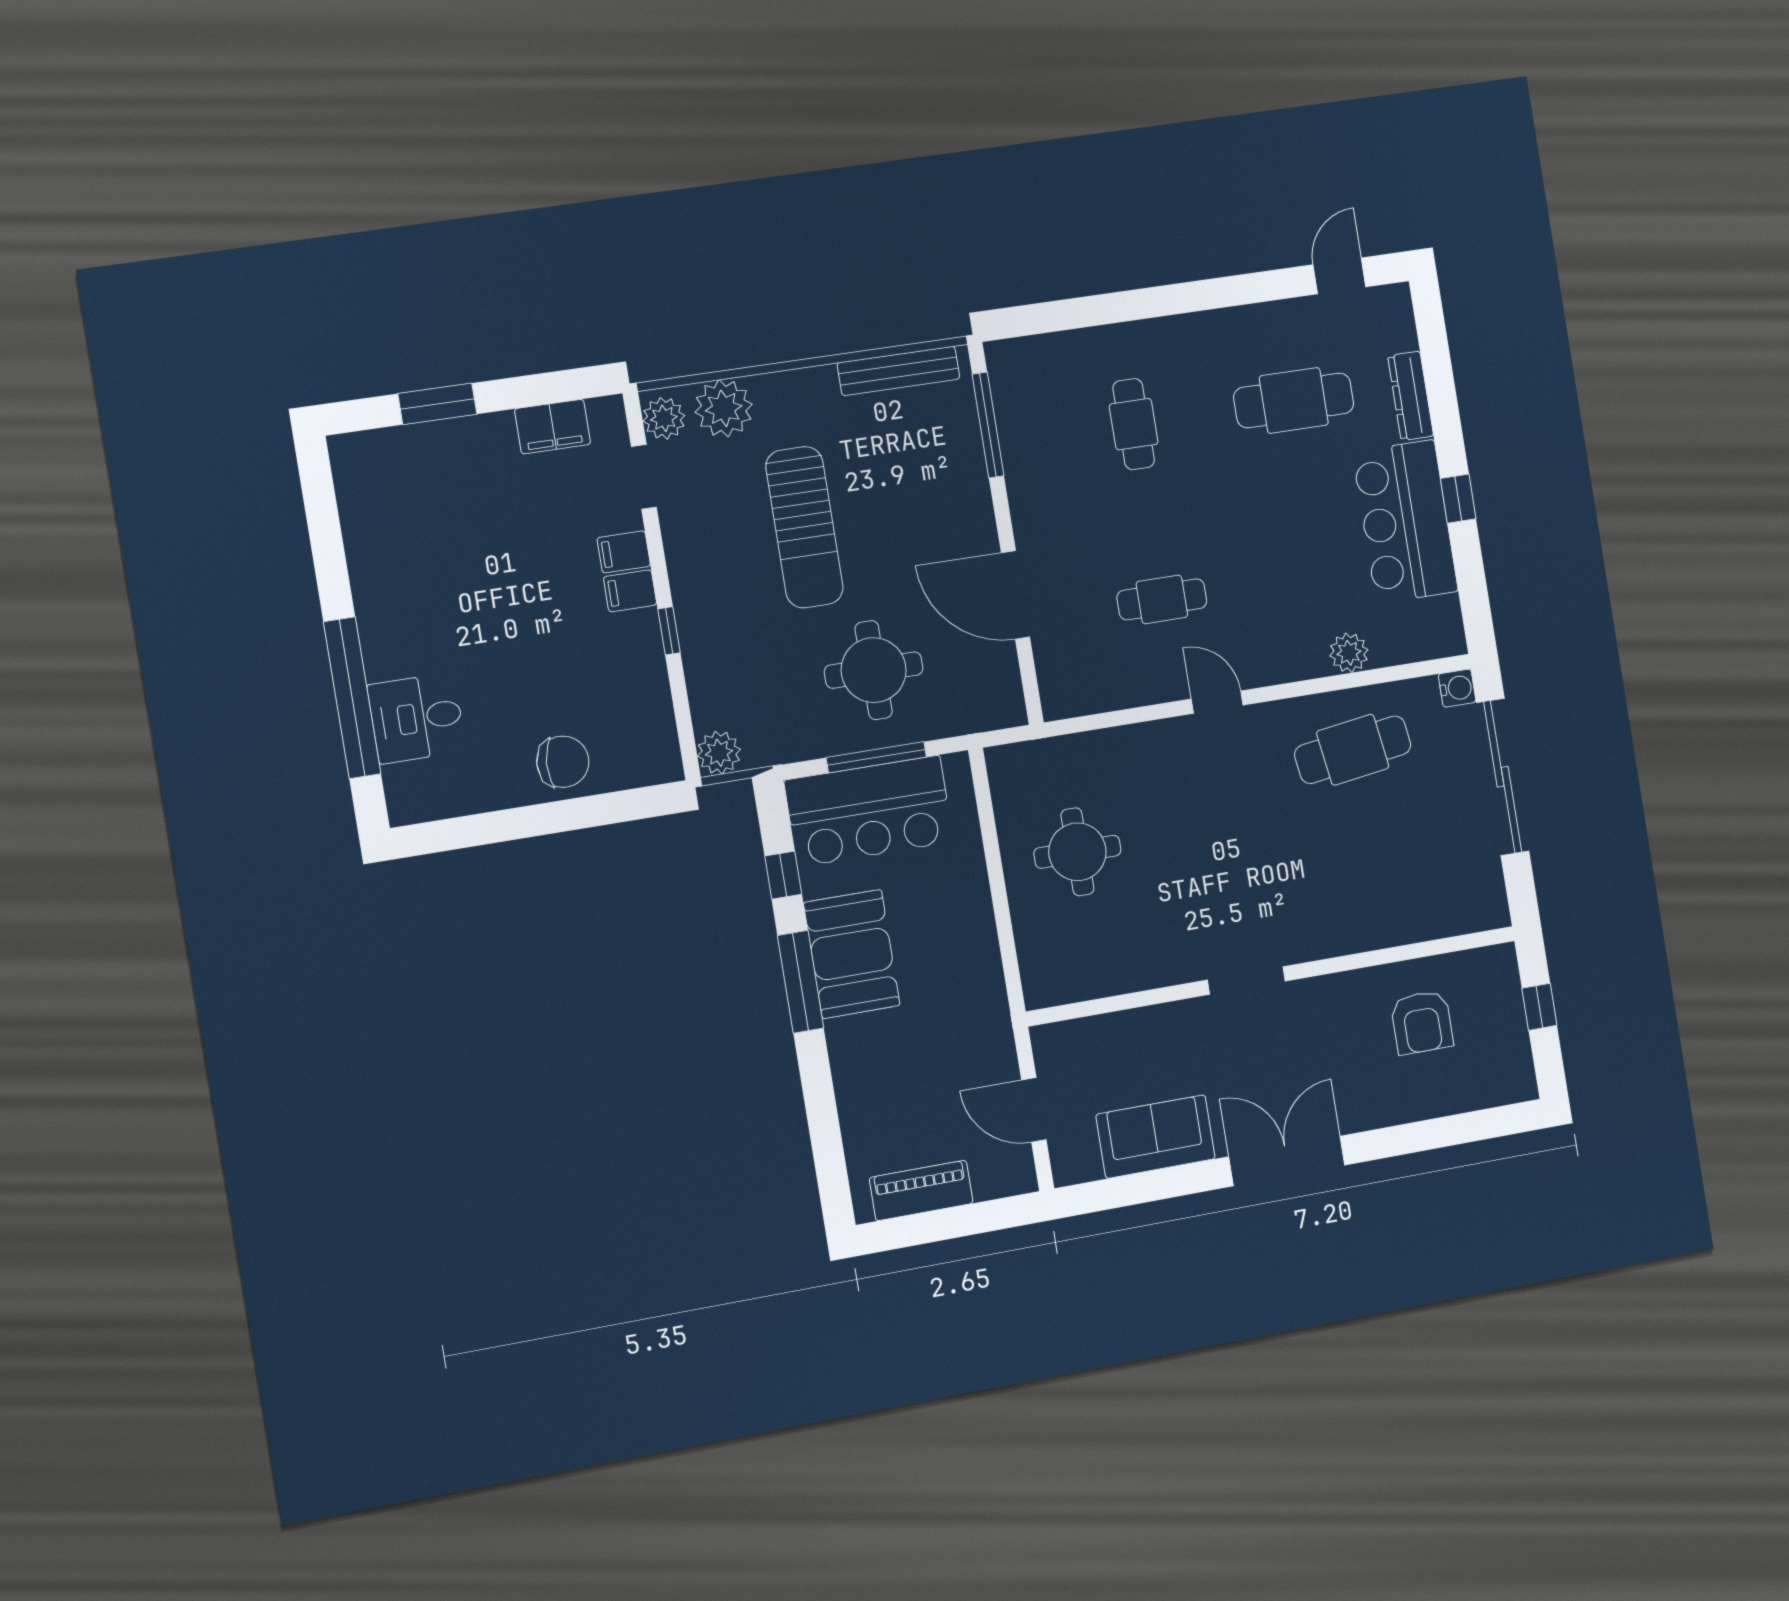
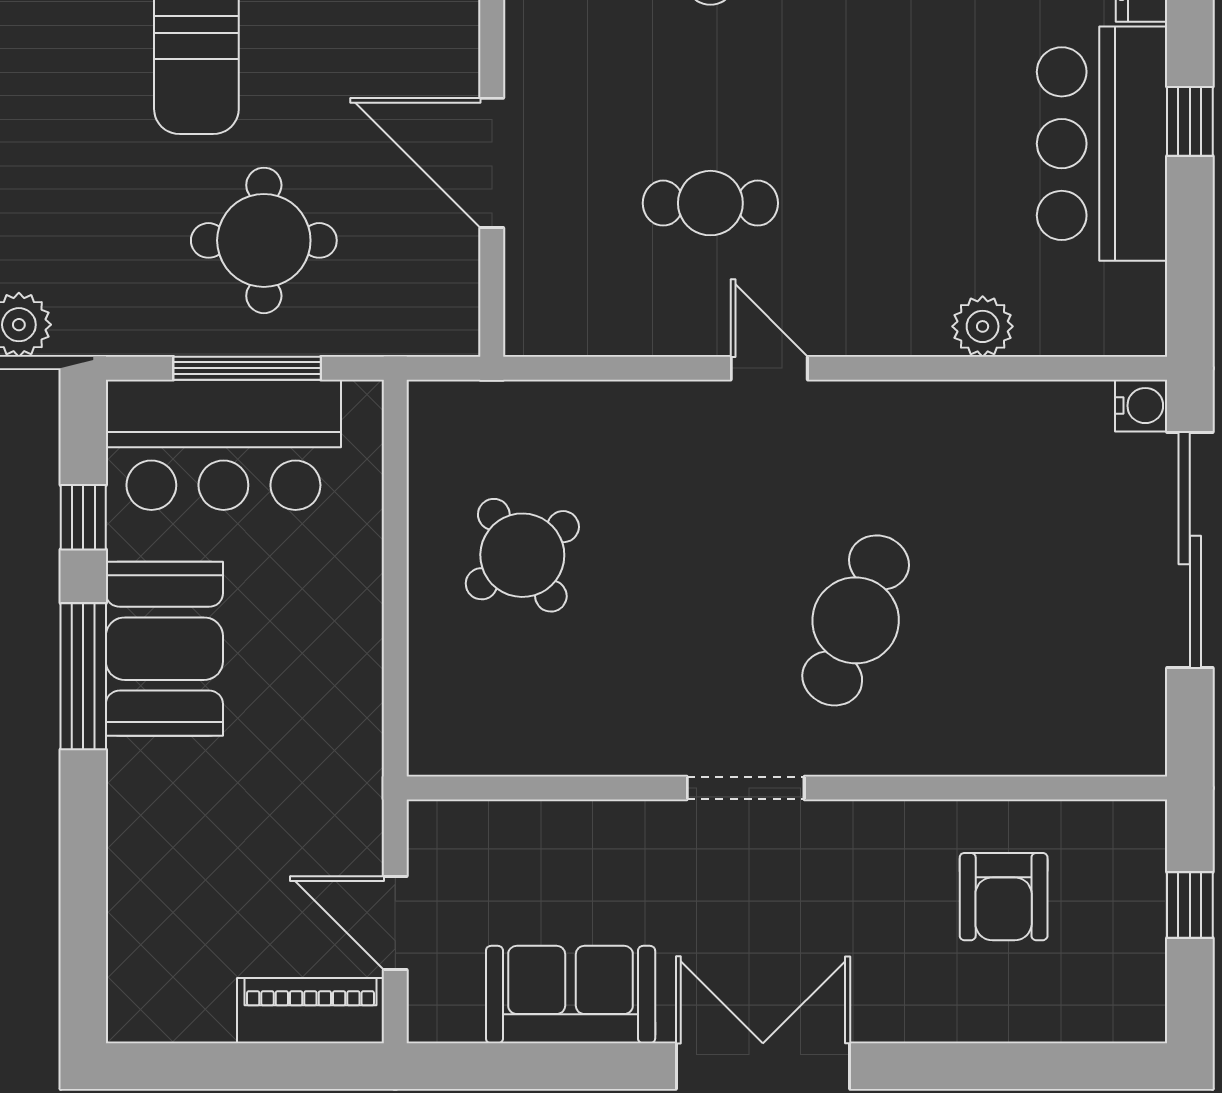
cafe table: (1353, 750) -> (856, 620), moved, turned -60
round table: (1077, 852) -> (522, 555), turned -35
piano: (921, 1191) -> (310, 1011), moved

